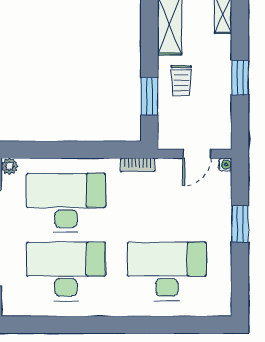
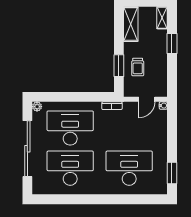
window: (240, 78) -> (172, 44), moved
trolley: (181, 81) -> (138, 67), moved
window: (240, 224) -> (172, 173), moved

